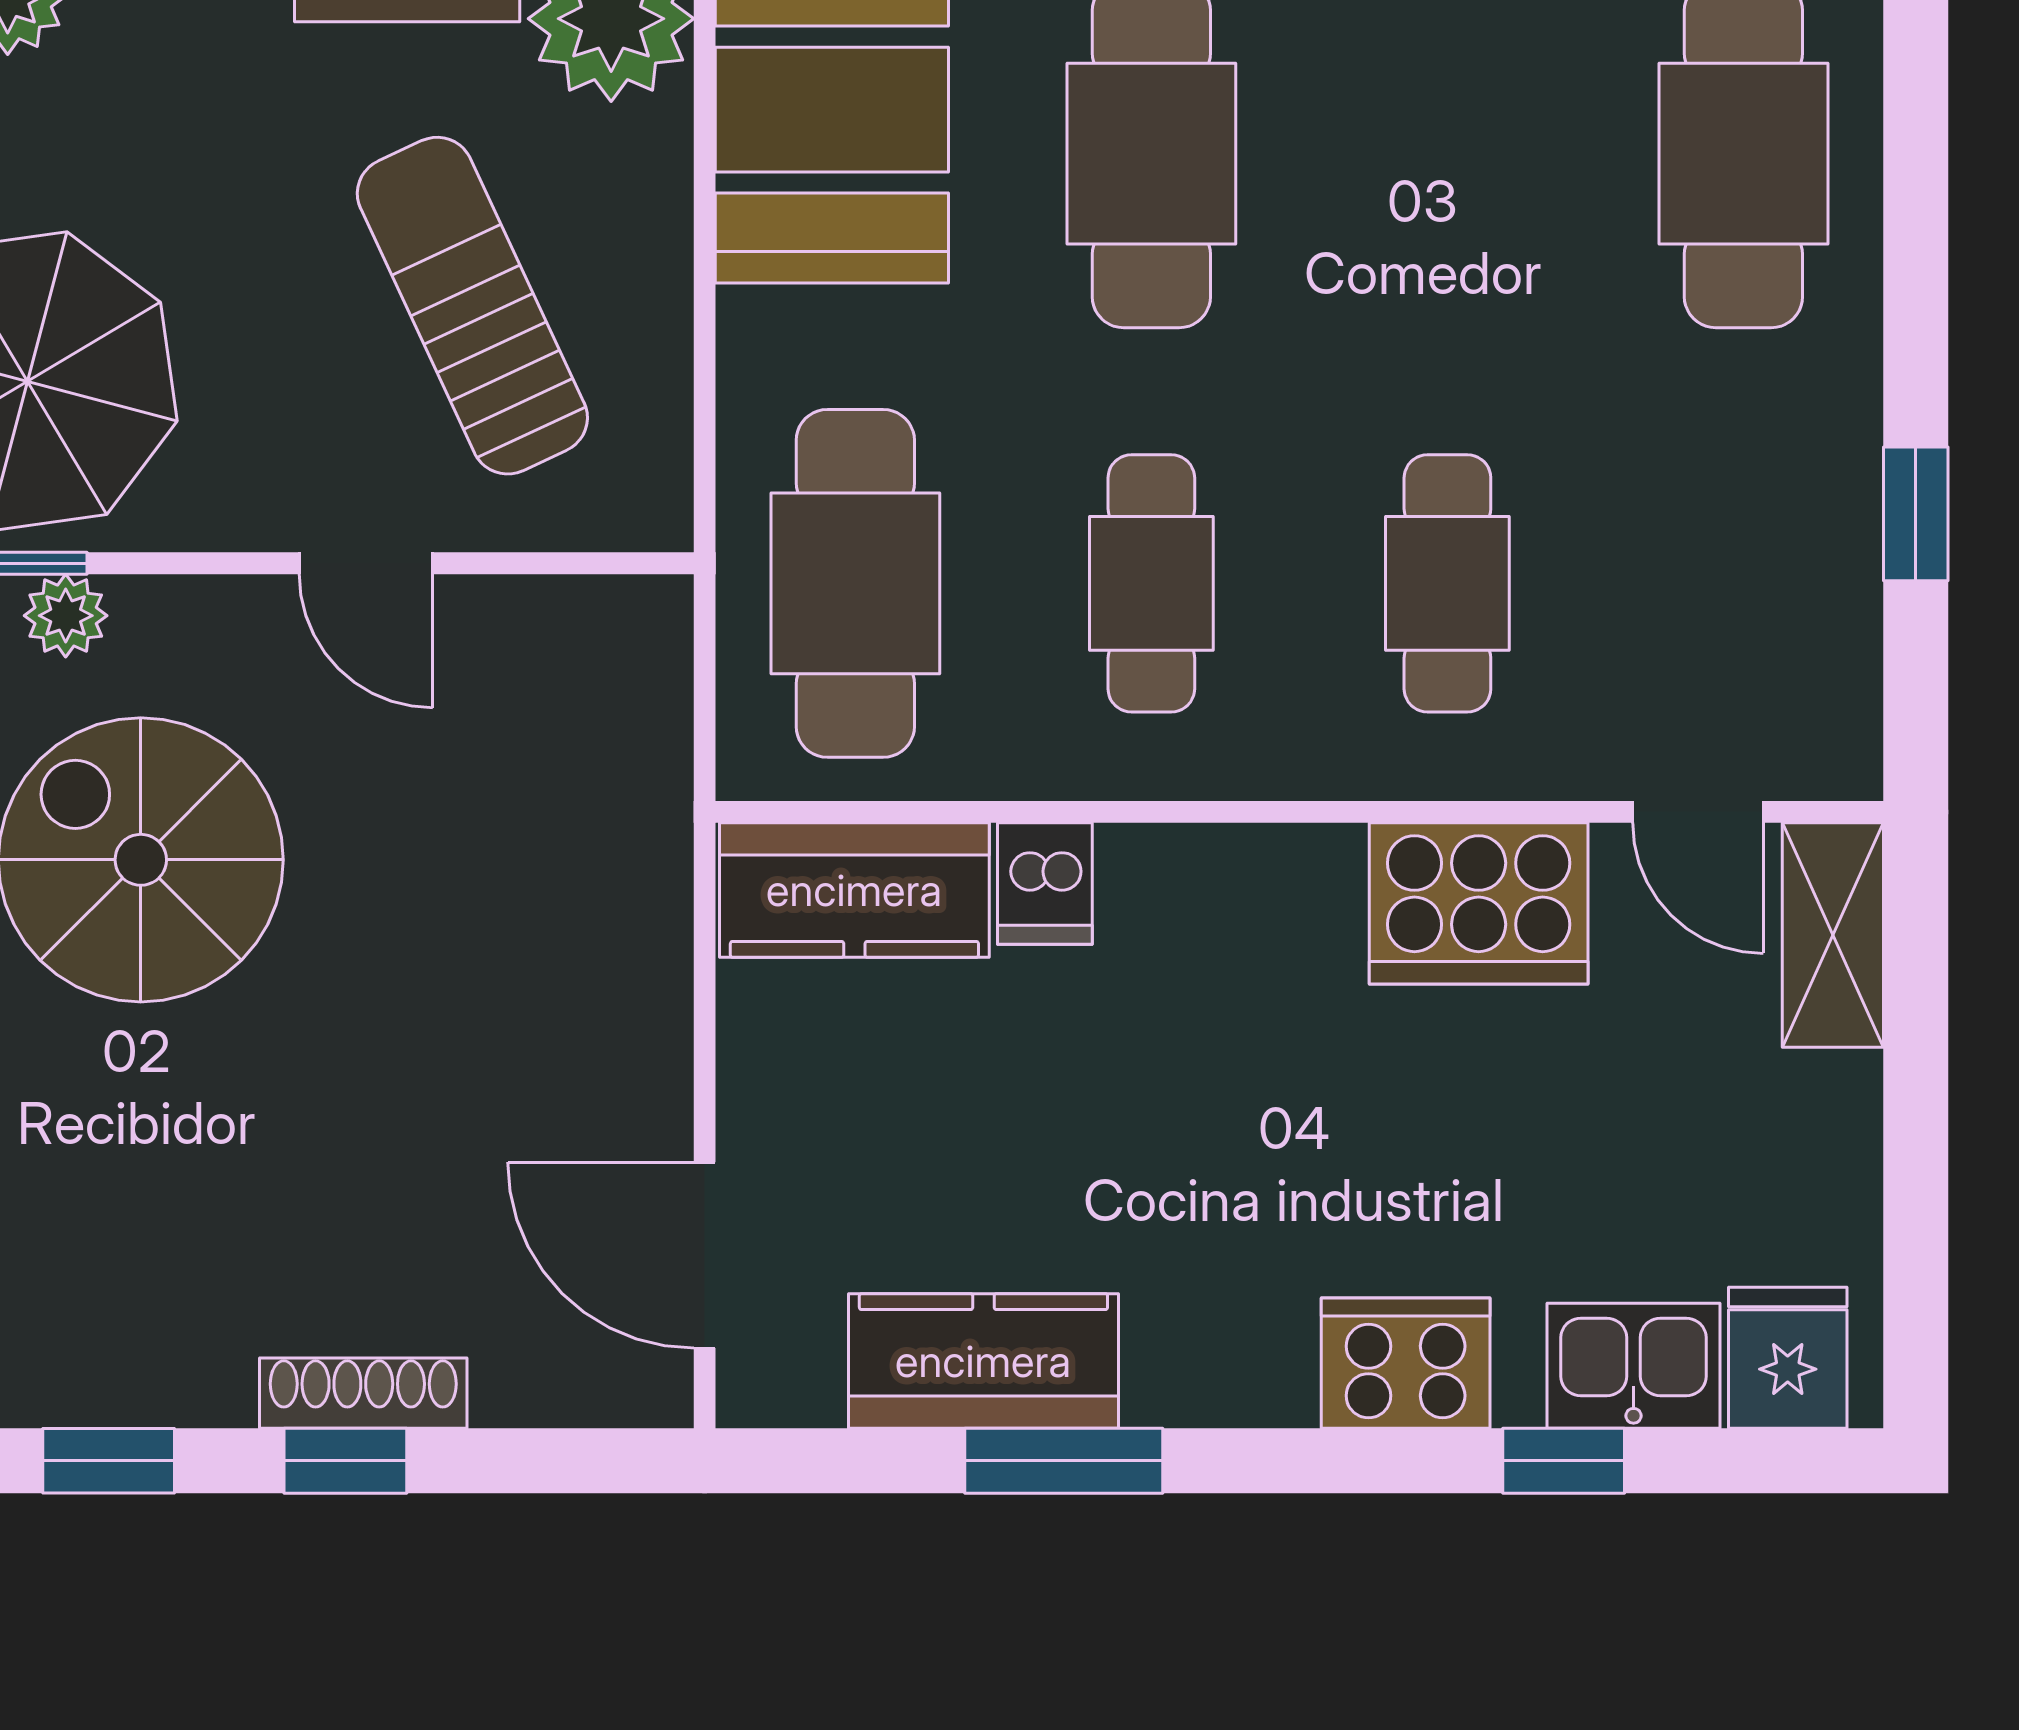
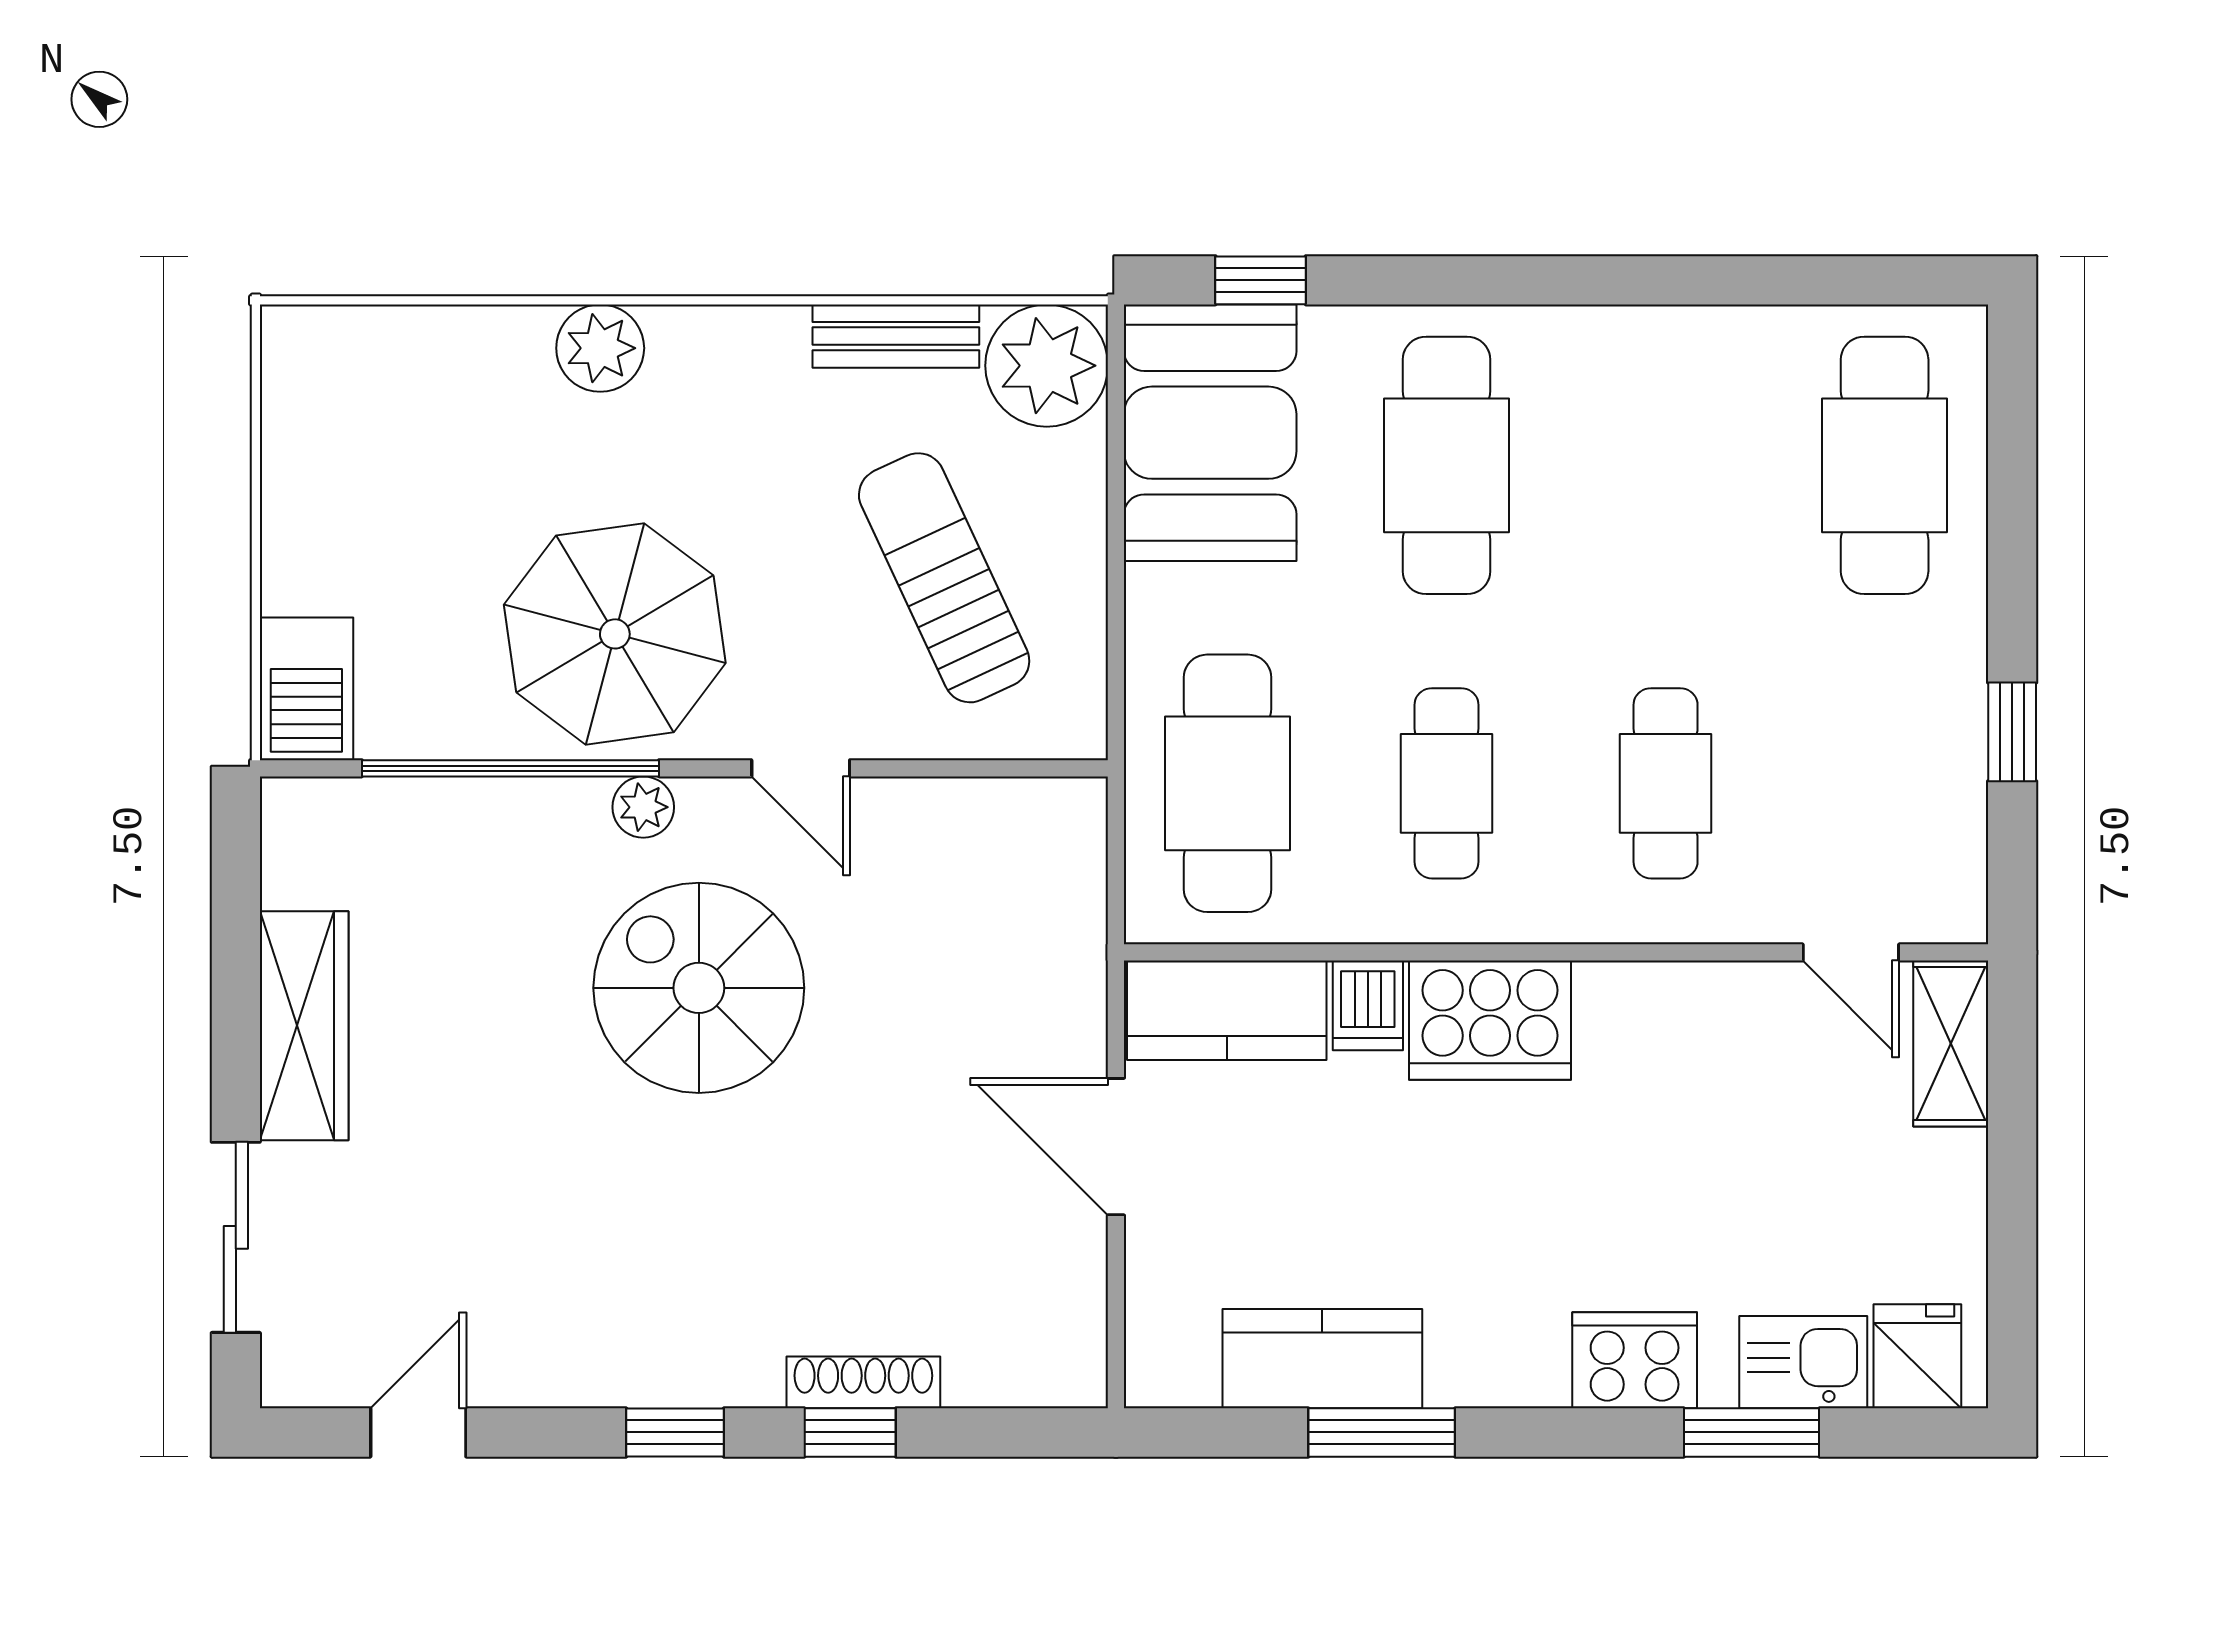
door: (366, 563) -> (801, 768), moved
cooker: (1479, 903) -> (1490, 1020), moved
door: (705, 1255) -> (1116, 1147), moved
window: (1564, 1461) -> (1752, 1432), width x1.50

